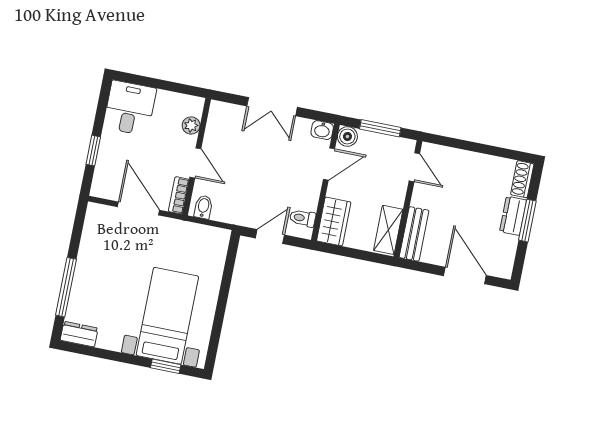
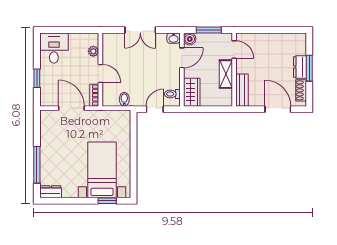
shoe rack: (522, 179) -> (301, 90), moved
bidet: (203, 207) -> (124, 99), moved
shelving: (388, 230) -> (226, 74), moved

